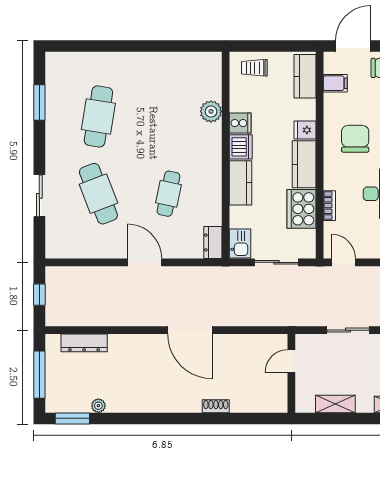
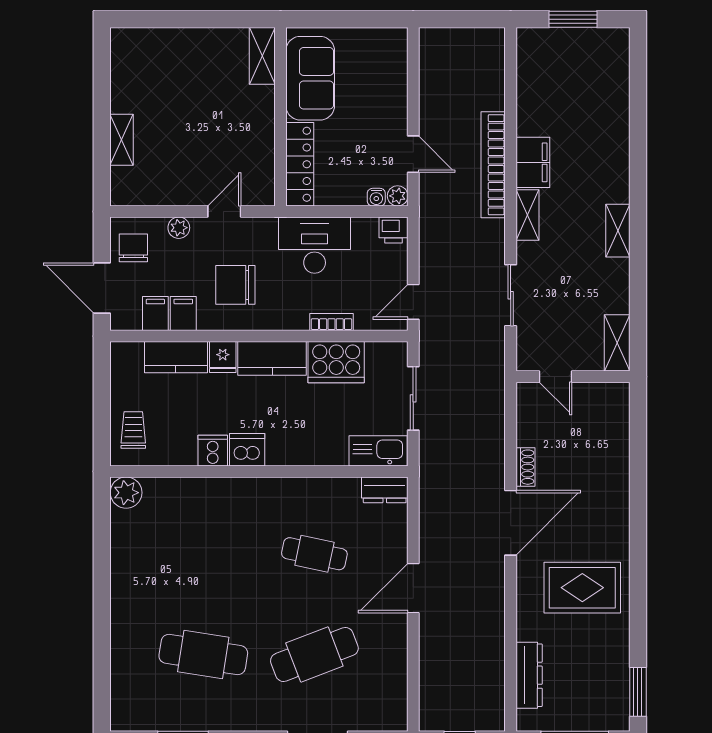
trolley: (254, 68) -> (133, 430), turned 180
kitchen counter: (305, 76) -> (176, 357), moved
filing cabinet: (335, 103) -> (183, 313), added
plant: (211, 111) -> (126, 493), moved
kitchen counter: (241, 183) -> (299, 450), removed
kitchen sink: (240, 243) -> (378, 451), width x1.38
rug: (145, 380) -> (582, 588), added
shelving: (335, 404) -> (617, 343), moved
plant: (98, 406) -> (620, 655), removed
shoe rack: (216, 406) -> (525, 467), moved, turned 180

